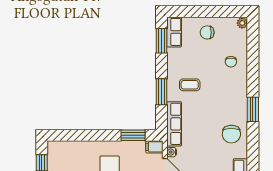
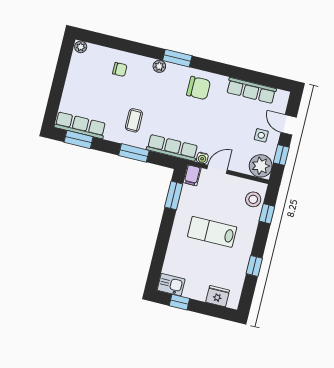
row of seats: (174, 32) -> (80, 125), width x1.48
chair: (207, 32) -> (82, 88), removed
plant: (242, 95) -> (159, 66), added
kitchen sink: (55, 152) -> (171, 285), added

